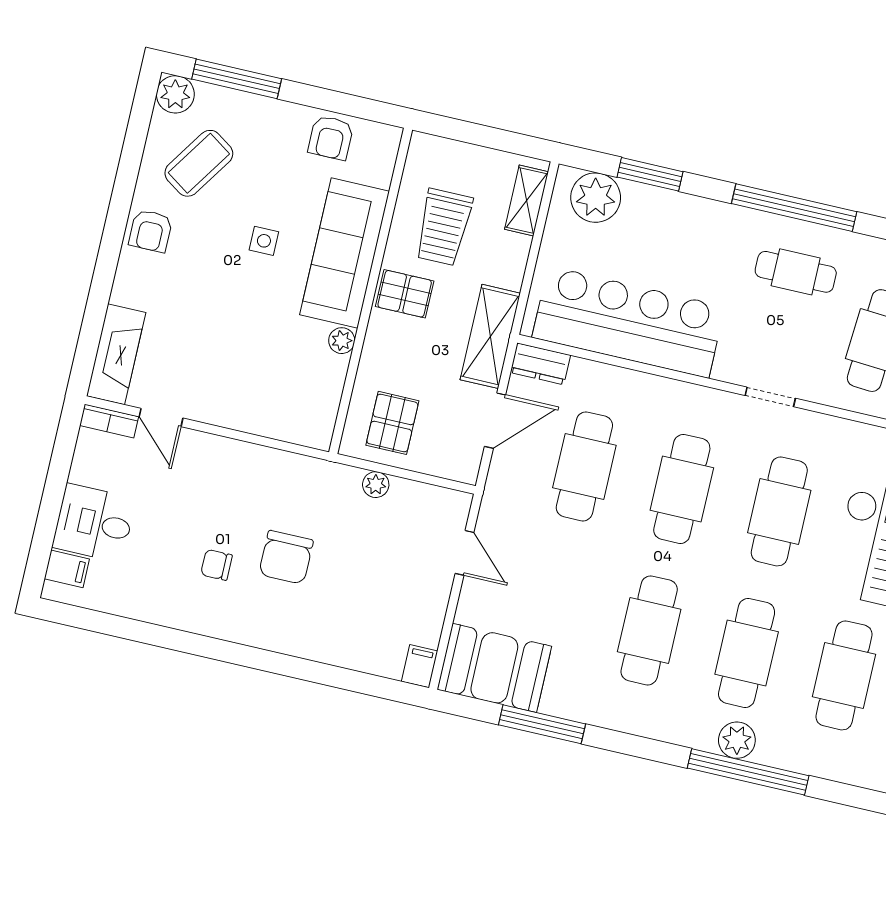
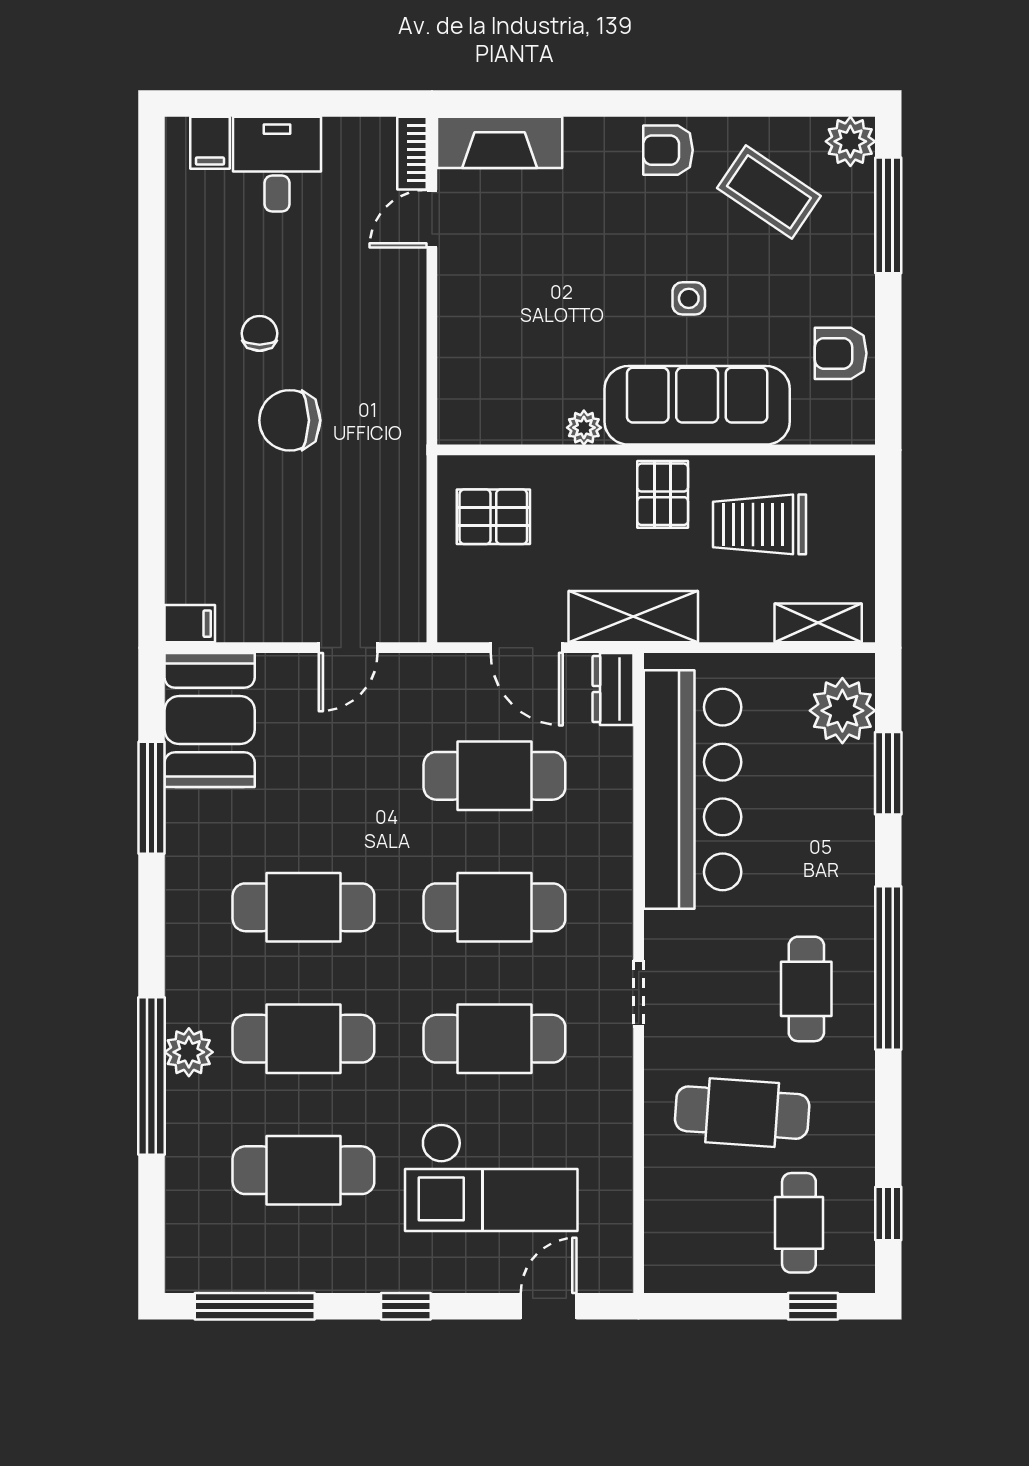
plant: (376, 485) -> (409, 514), removed

